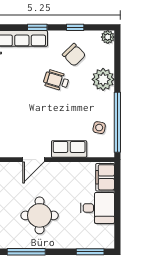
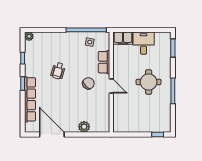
chair: (74, 55) -> (88, 83), moved
plant: (103, 79) -> (57, 39), removed

